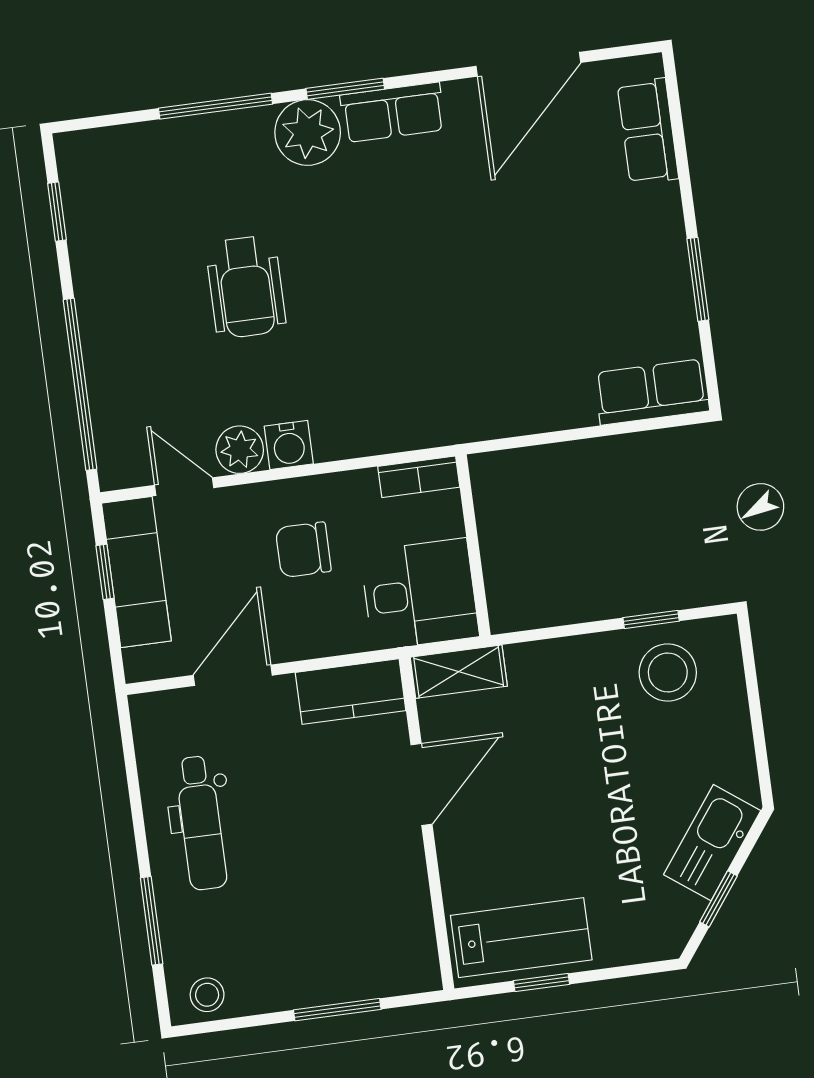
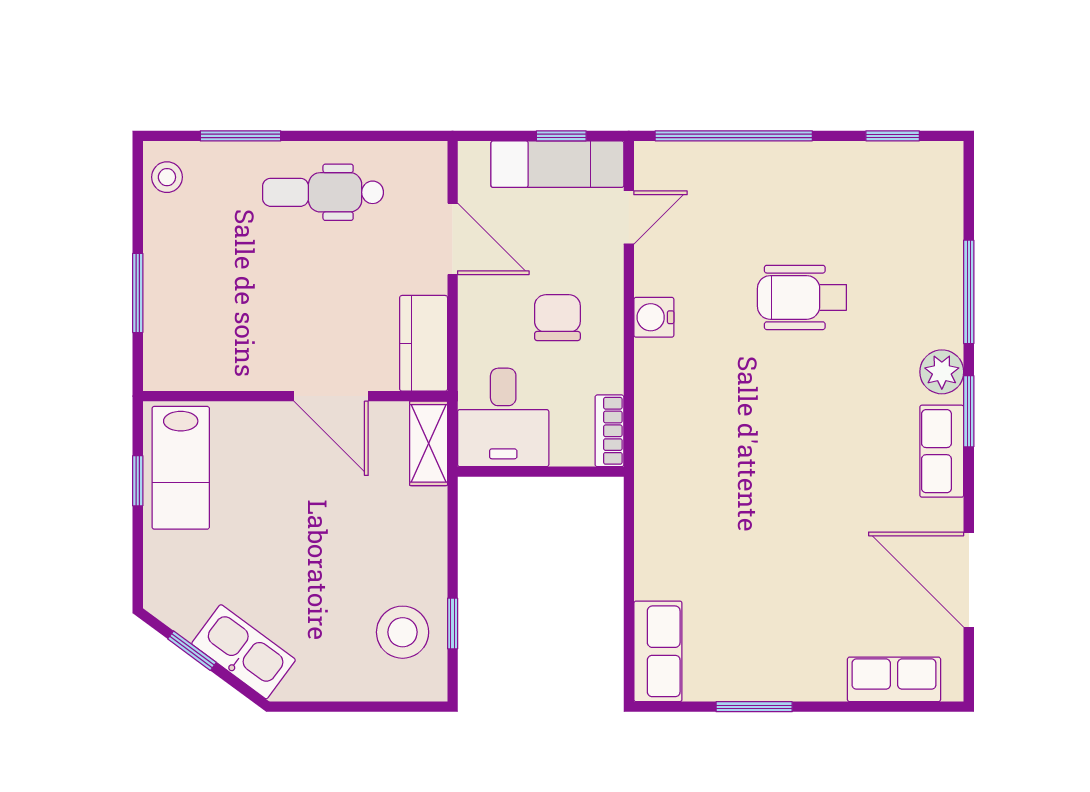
plant: (308, 133) -> (942, 372), width x0.73, depth x0.73
plant: (240, 450) -> (655, 272), removed

